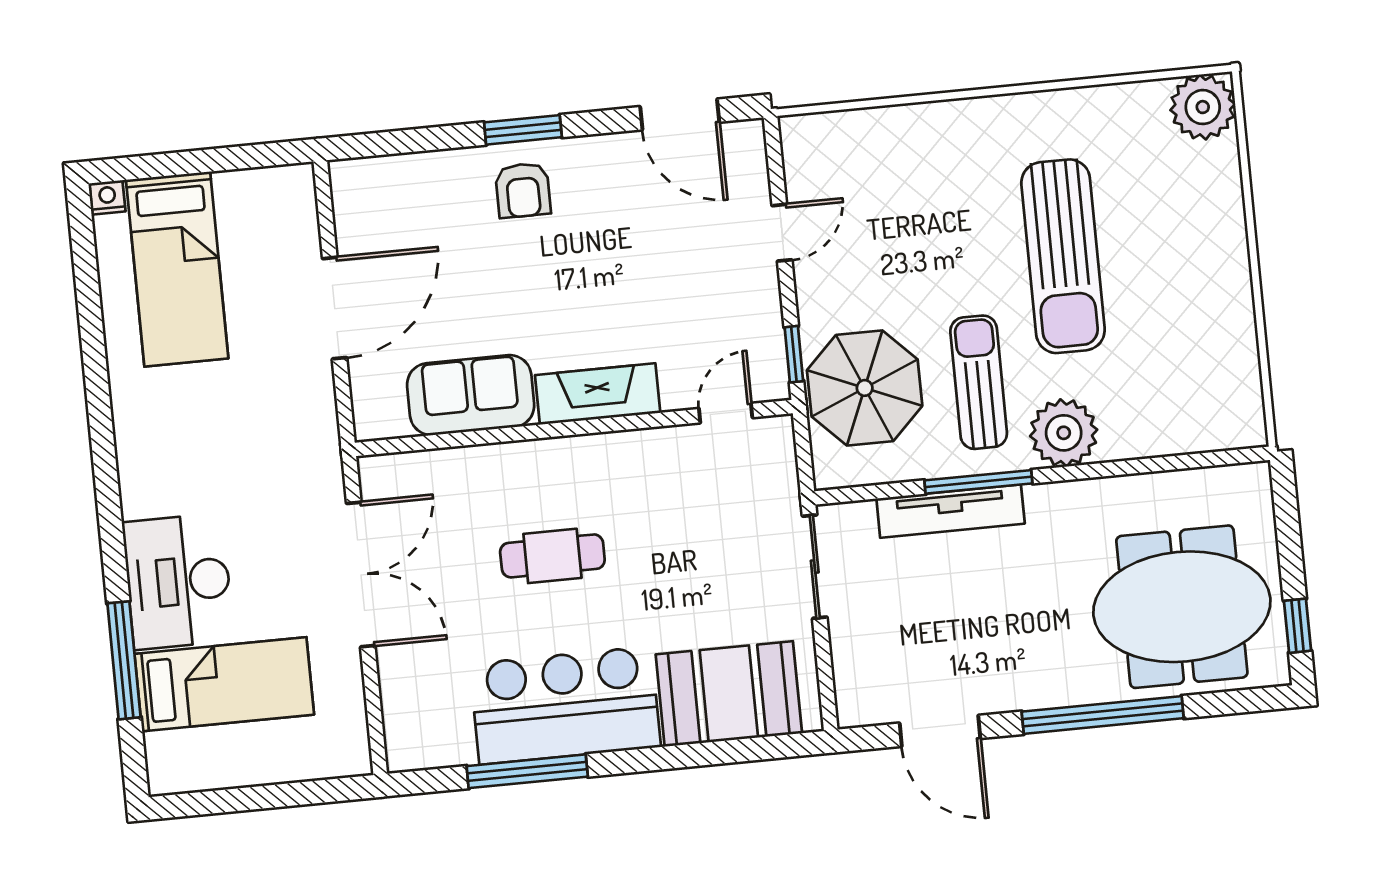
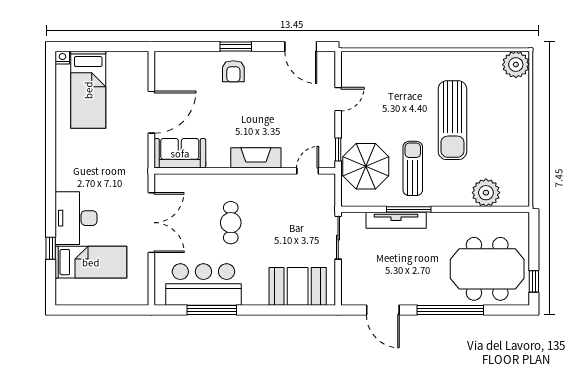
sofa: (471, 395) -> (180, 153), moved
plant: (1064, 433) -> (486, 193), moved
cafe table: (552, 556) -> (231, 223), turned 90
window: (124, 660) -> (51, 248), width x0.46
bar counter: (565, 705) -> (203, 285), moved

